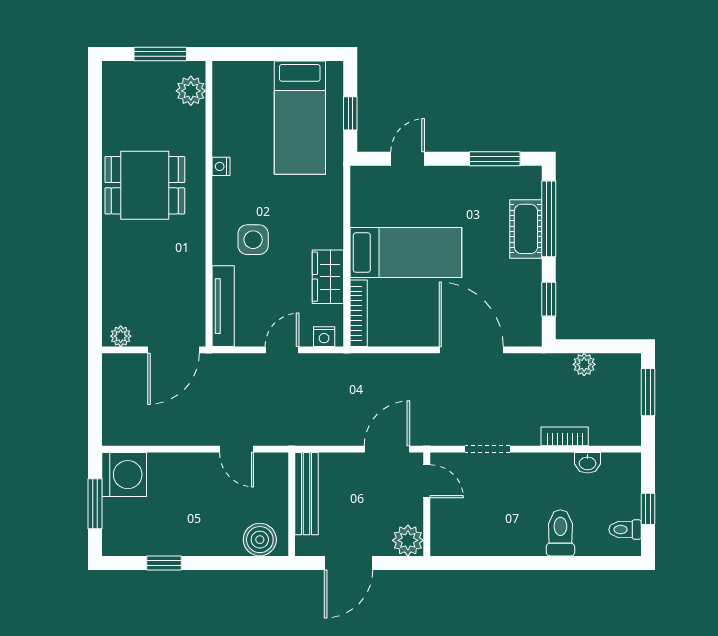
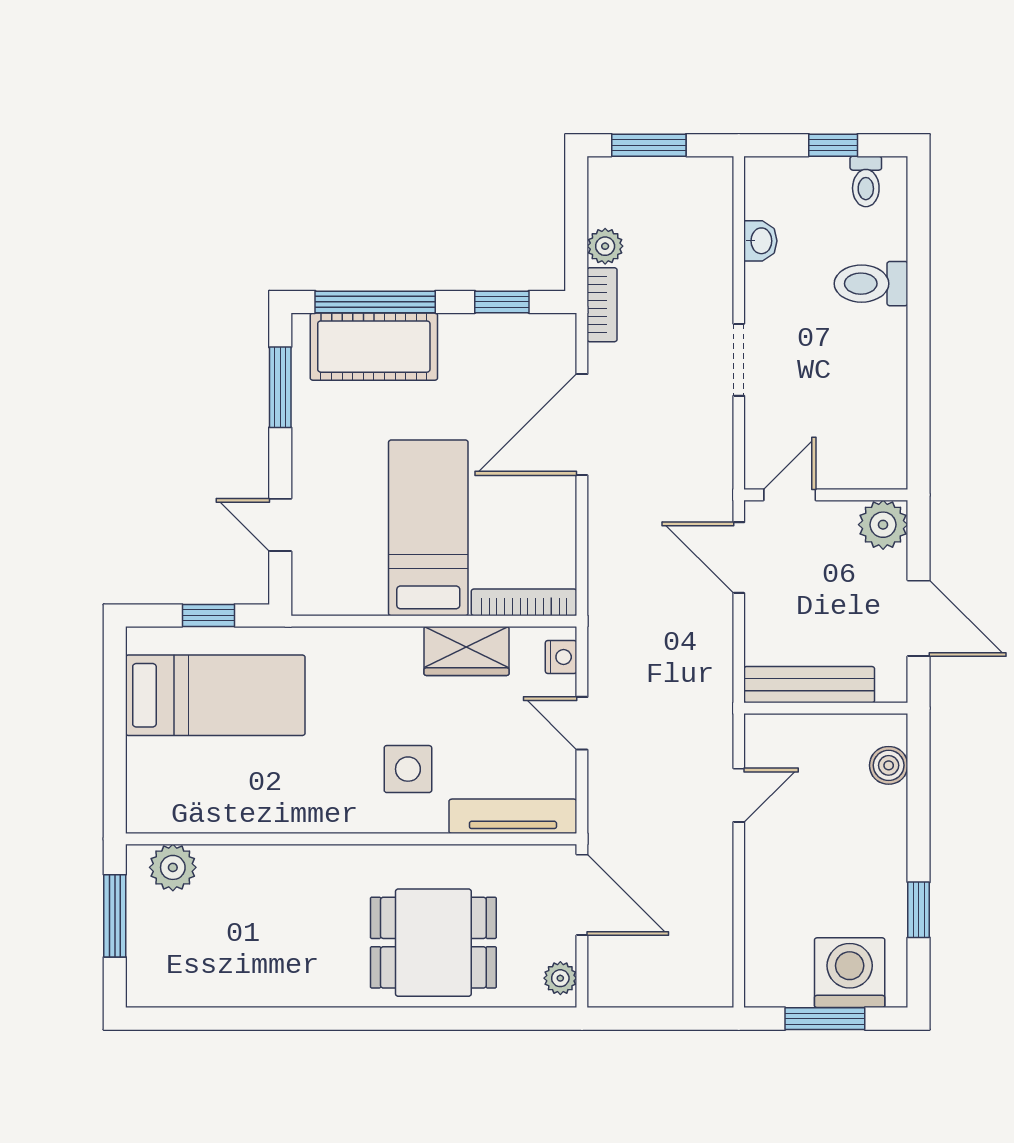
nightstand: (221, 166) -> (292, 820), removed
dining table: (145, 185) -> (433, 943), moved, turned 90
cot: (526, 229) -> (374, 347), width x1.37, depth x1.34
bookcase: (565, 436) -> (602, 305), moved, turned 180
doorway: (488, 449) -> (739, 360), moved
washing machine: (124, 475) -> (850, 973), moved
boiler: (260, 540) -> (889, 765), width x0.73, depth x0.73

